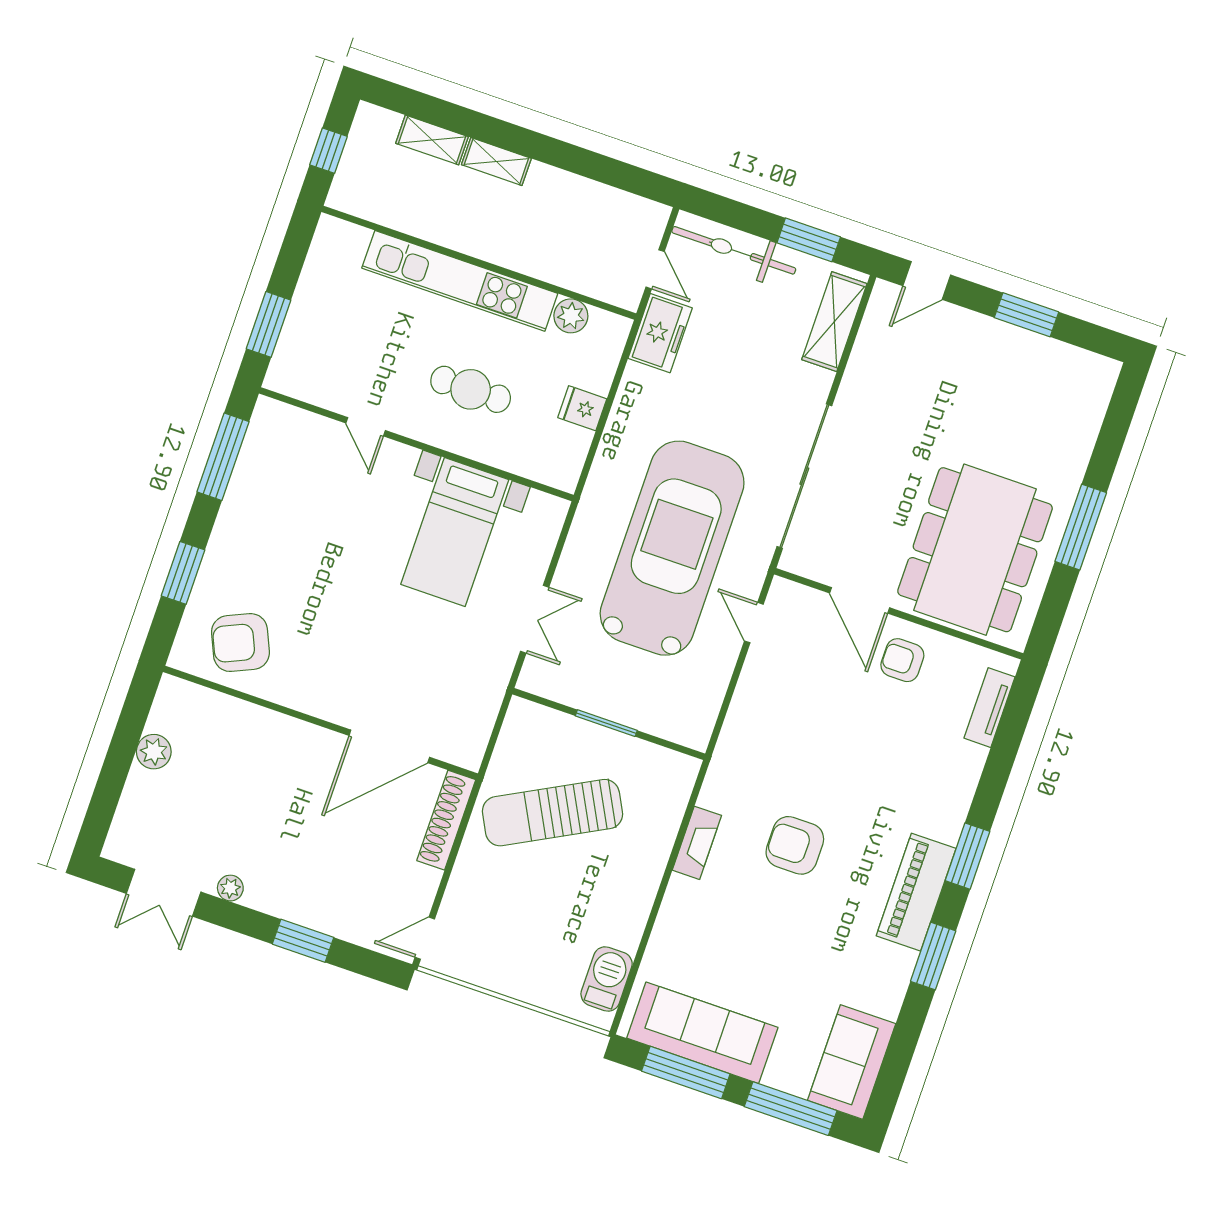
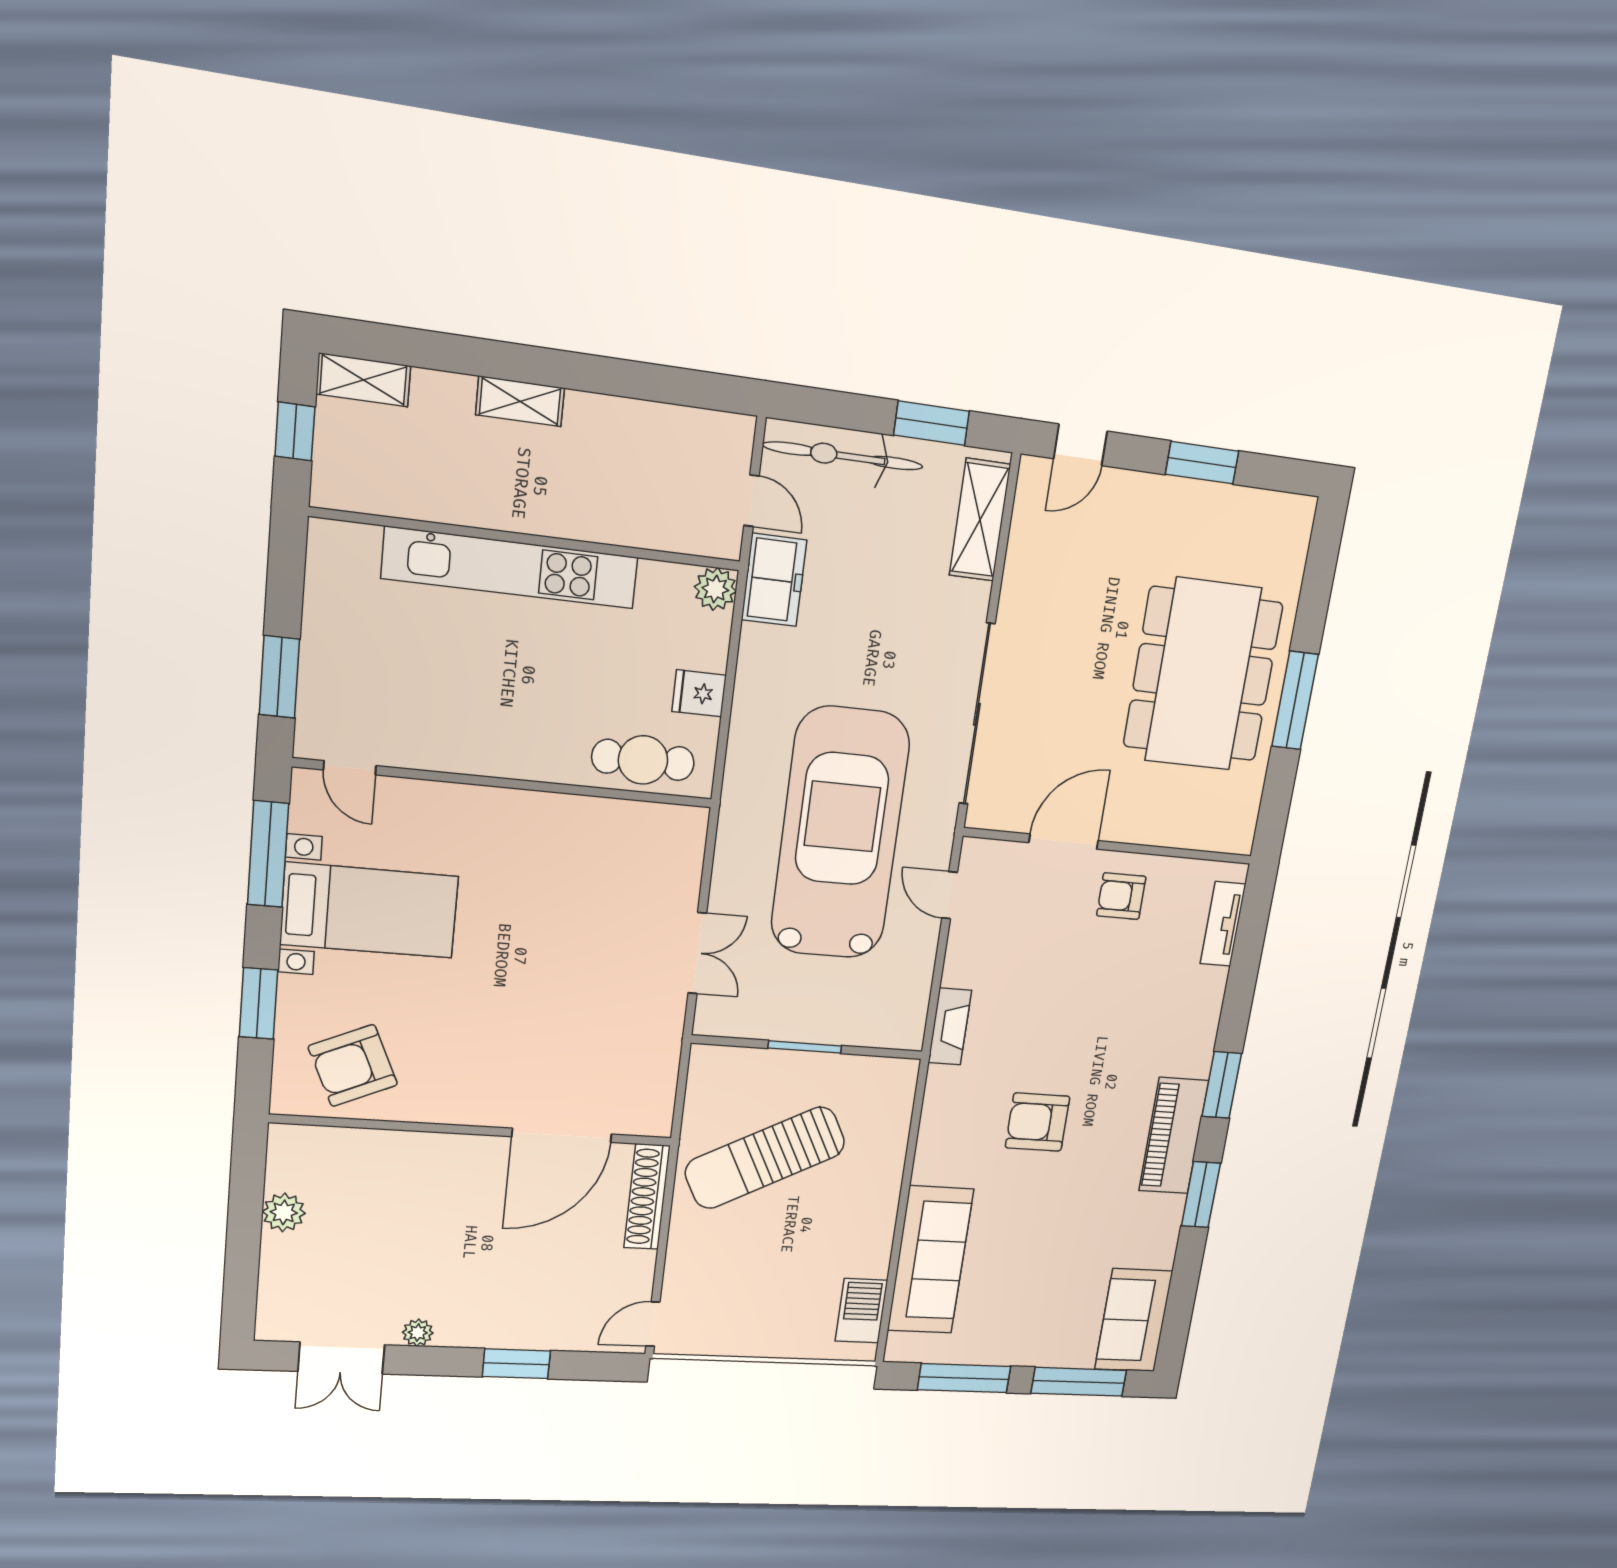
shelving: (432, 140) -> (363, 380), moved
plant: (571, 316) -> (715, 589), moved
cafe table: (471, 389) -> (643, 760), moved
door: (366, 427) -> (350, 768), moved
bed with nightstands: (455, 532) -> (369, 910), moved, turned -90
dining table: (975, 550) -> (1203, 675), moved
door: (860, 600) -> (1064, 842), swing flipped
fireplace: (697, 843) -> (950, 1026), moved
sofa: (702, 1033) -> (930, 1260), moved, turned 90

